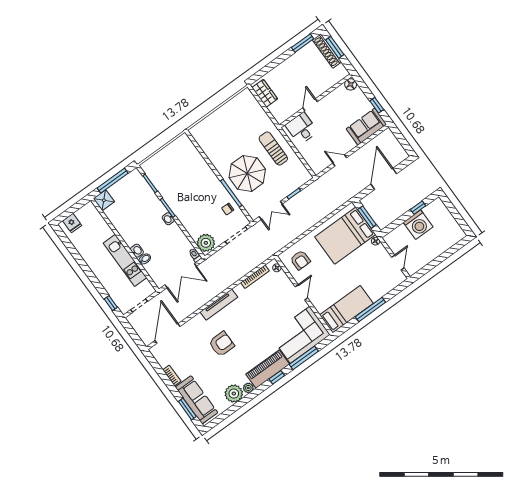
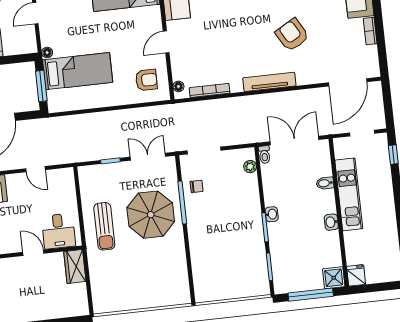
wardrobe: (265, 93) -> (75, 267), moved
door: (310, 105) -> (33, 253), swing flipped
fridge: (72, 223) -> (356, 275), moved
bed: (345, 236) -> (78, 71), width x0.67
plant: (206, 243) -> (250, 167), width x0.53, depth x0.53
washbasin: (137, 251) -> (331, 222), moved
armchair: (300, 260) -> (146, 80), turned 90
armchair: (222, 344) -> (292, 35), turned 60

